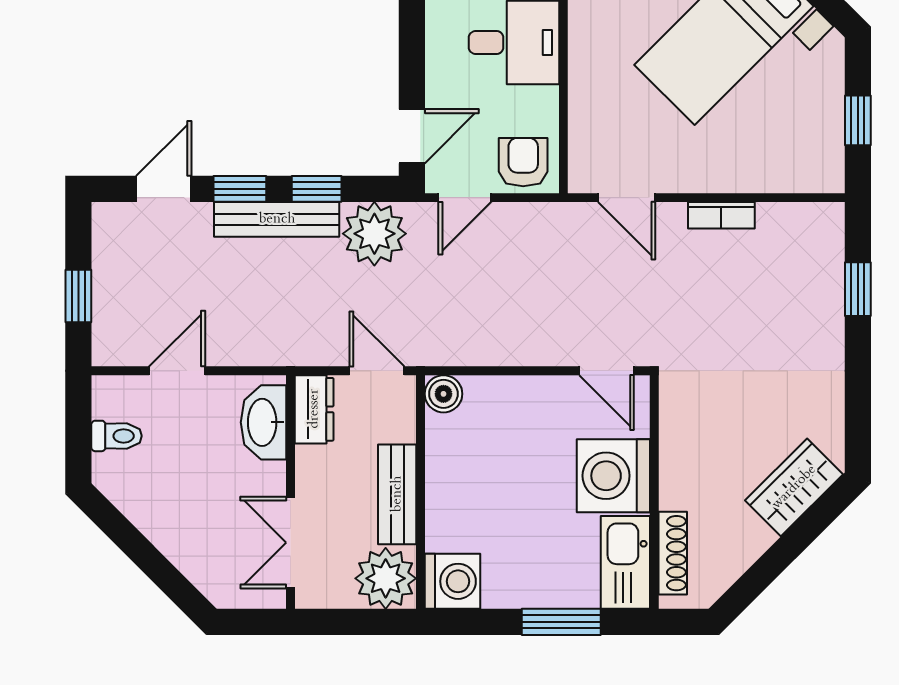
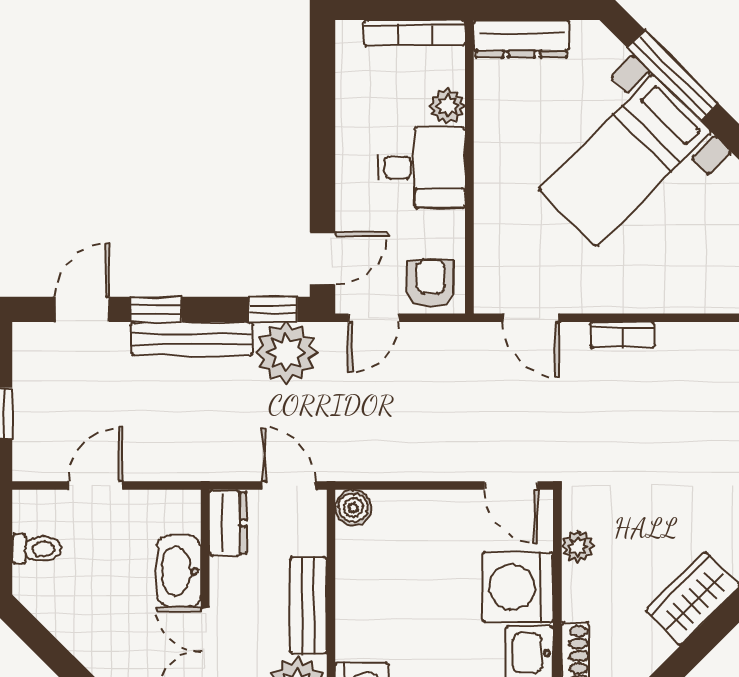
window: (317, 189) -> (273, 309), moved
washbasin: (264, 422) -> (179, 571), moved
plant: (675, 434) -> (578, 547), added

